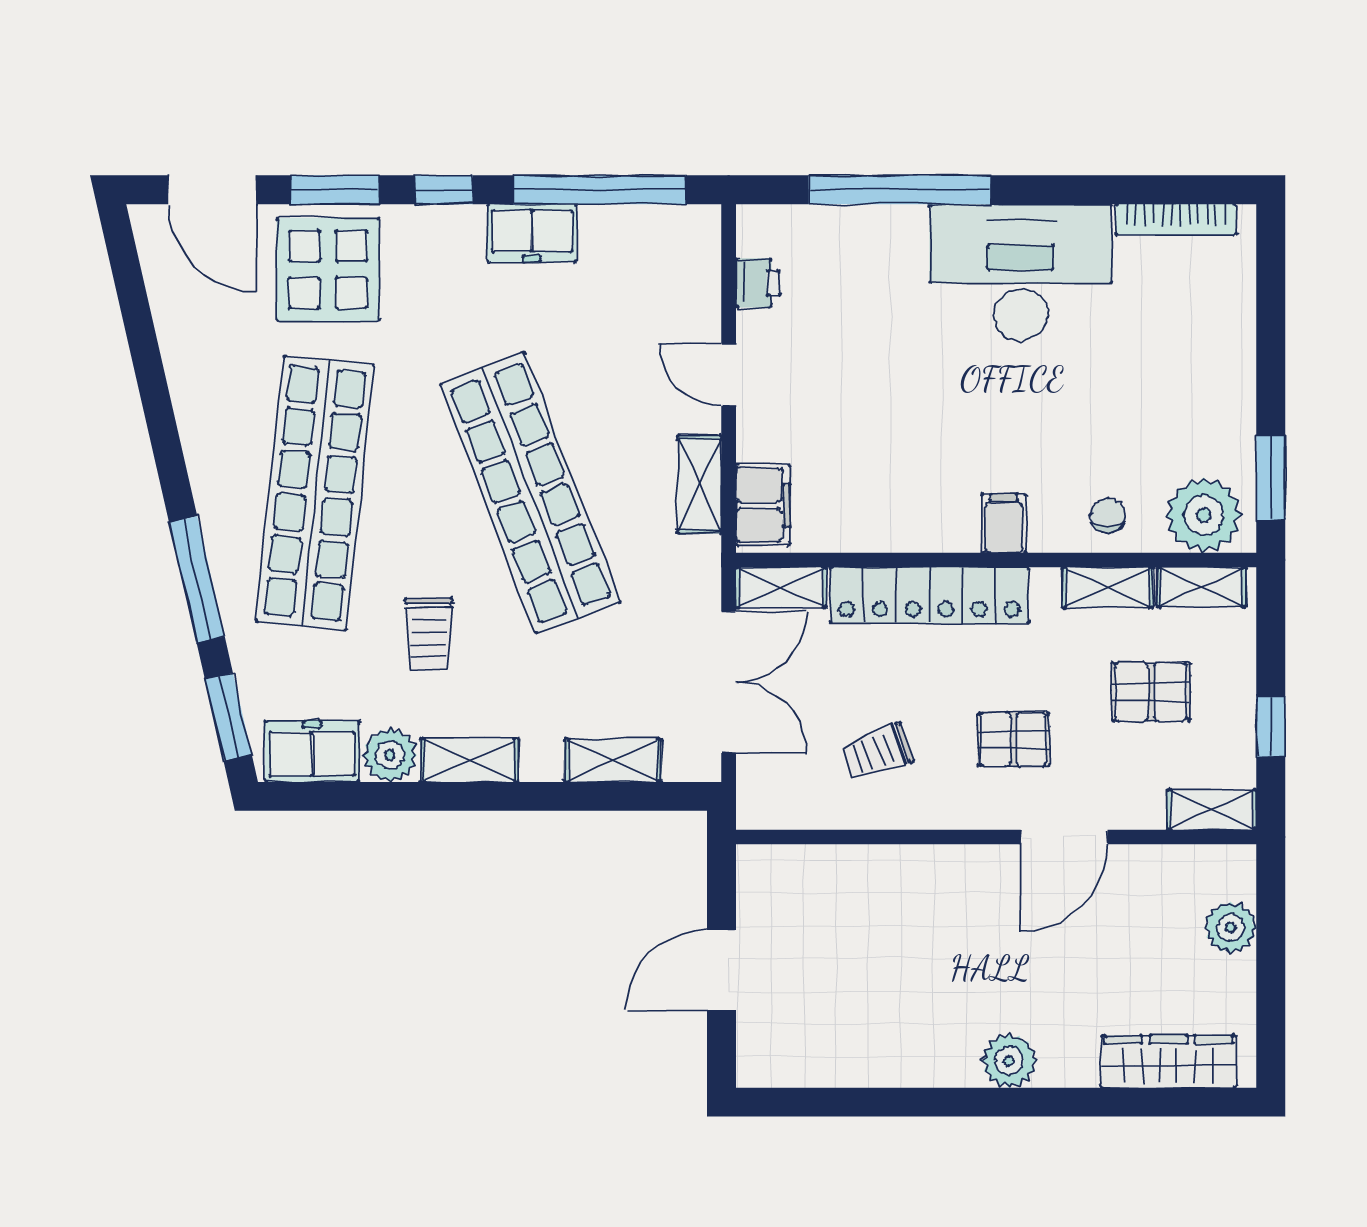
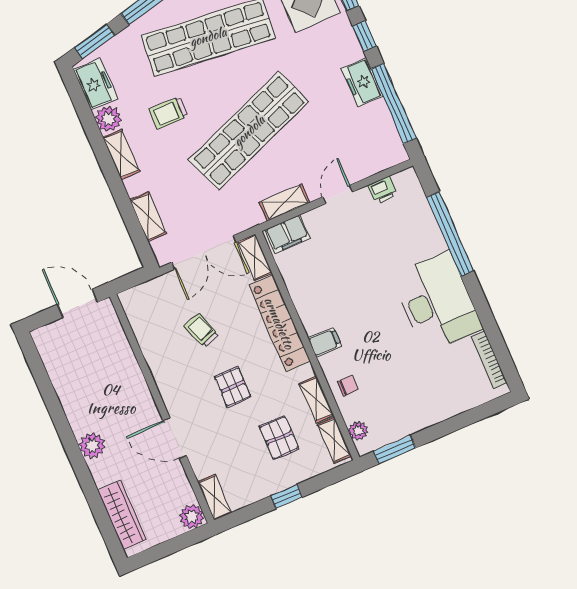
plant: (1204, 515) -> (358, 431), width x0.53, depth x0.53
shelving: (1212, 810) -> (214, 497), moved
wall: (996, 837) -> (162, 409), moved
door: (1064, 837) -> (175, 438), moved

